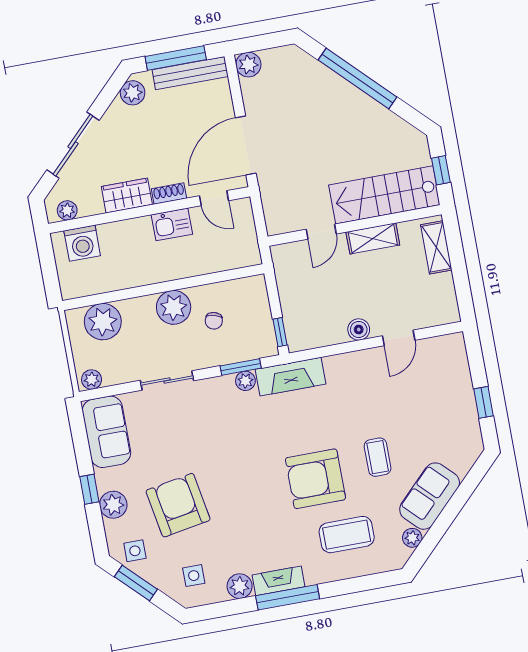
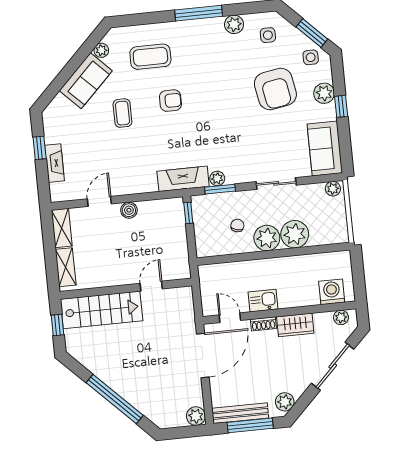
shelving: (373, 238) -> (62, 228), moved, turned 90
plant: (103, 322) -> (295, 234), moved
armchair: (315, 479) -> (170, 101), width x0.53, depth x0.53
fireplace: (278, 581) -> (55, 163), moved, turned -90

